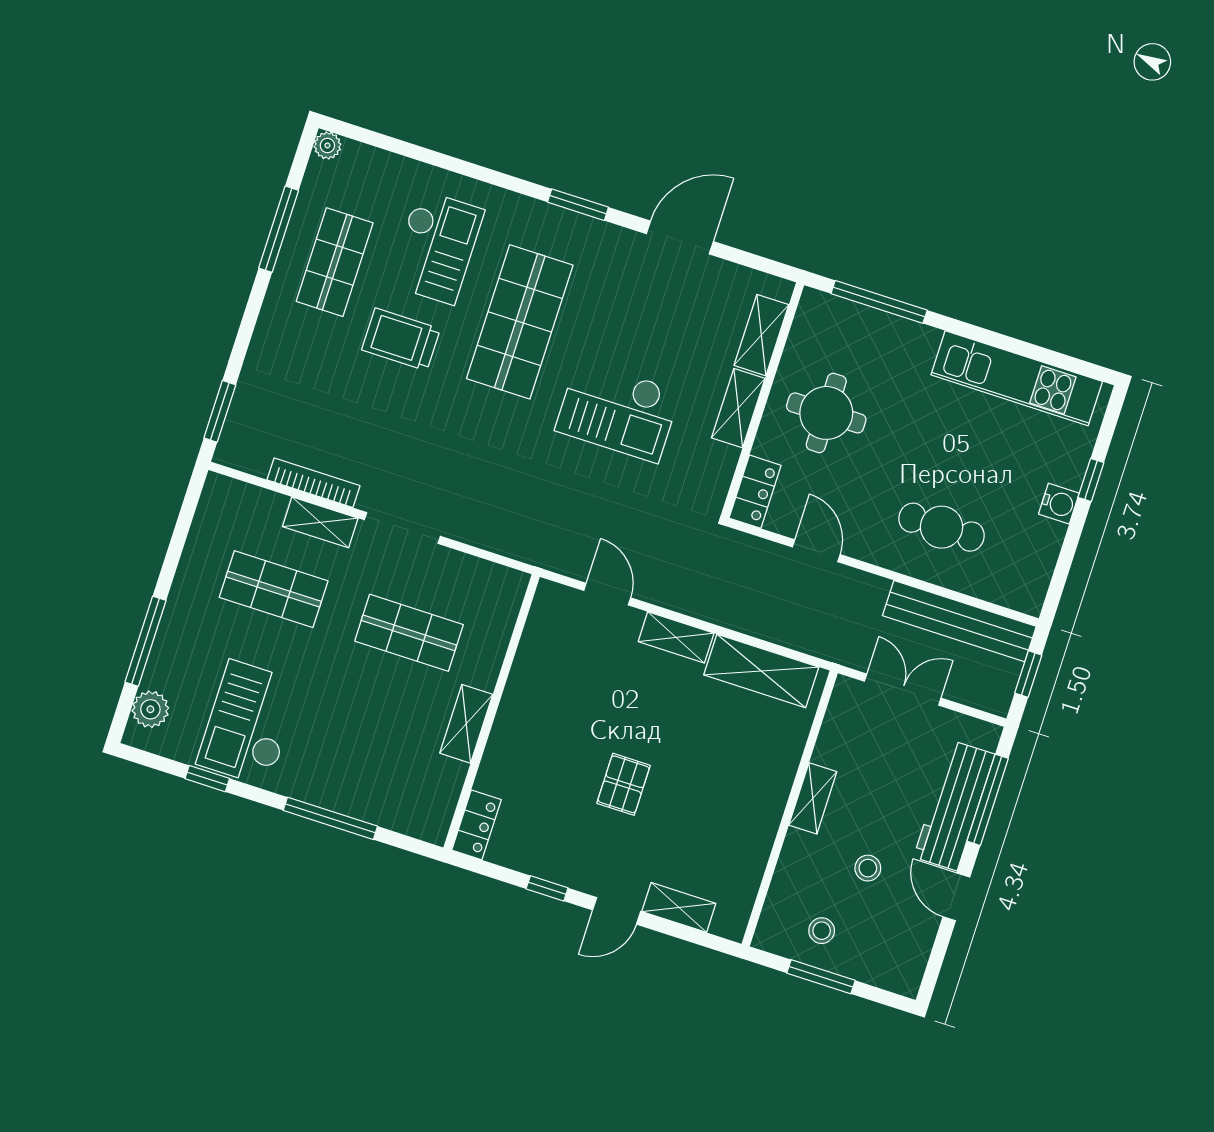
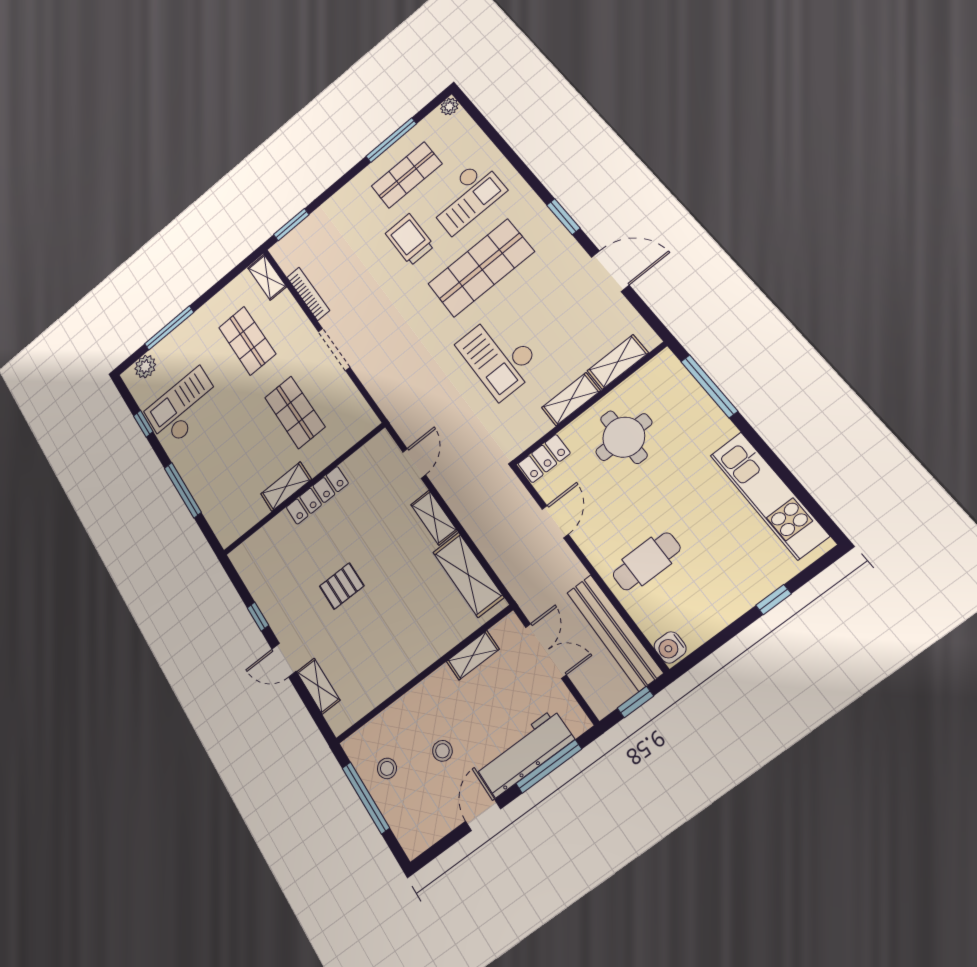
water cooler: (1059, 504) -> (670, 647), moved, turned 90
shelving: (320, 522) -> (267, 277), moved
cafe table: (942, 527) -> (647, 561), turned 90
shelving: (813, 798) -> (473, 655), moved
locker: (476, 825) -> (317, 495), moved, width x1.53
window: (821, 977) -> (366, 798), width x1.44

